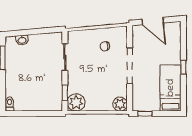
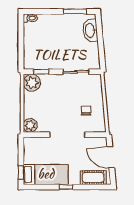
door: (153, 21) -> (111, 157), hinge flipped
cot: (174, 39) -> (93, 178), added
washbasin: (22, 40) -> (90, 30), width x1.91, depth x1.45
window: (145, 114) -> (21, 173), moved

